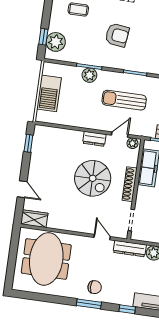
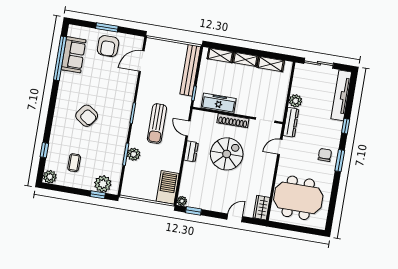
armchair: (117, 35) -> (87, 116), moved, turned 118
barbecue: (49, 93) -> (168, 187), moved, turned -90
plant: (132, 143) -> (182, 201), moved

